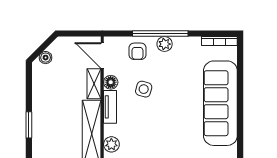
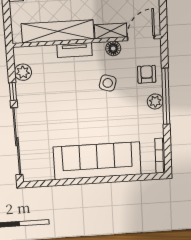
armchair: (137, 51) -> (147, 74), turned 90
tv unit: (110, 107) -> (75, 50), moved
plant: (111, 144) -> (48, 53), removed

